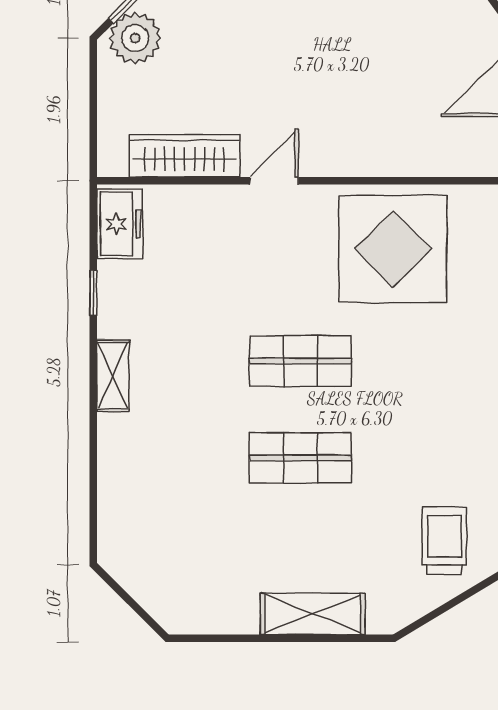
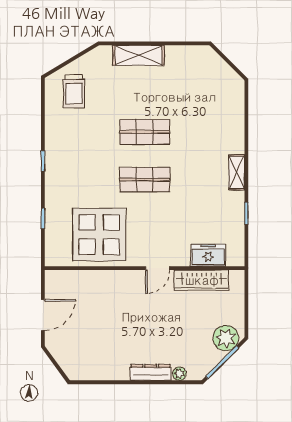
freezer: (120, 224) -> (208, 255), moved, turned 90

